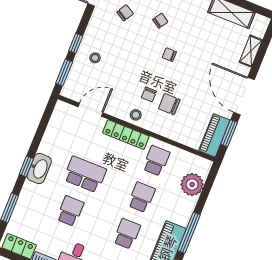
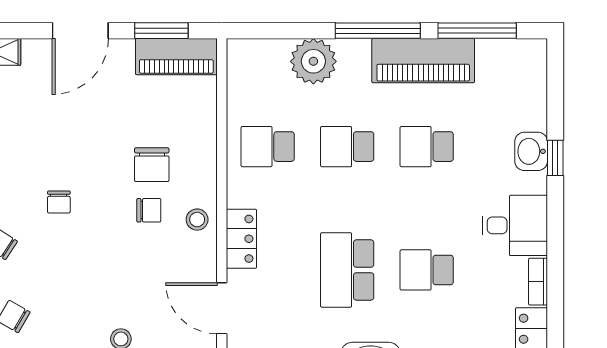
door: (244, 96) -> (80, 31), width x0.73
locker: (126, 135) -> (241, 239), width x0.66
plant: (192, 185) -> (313, 61), moved

